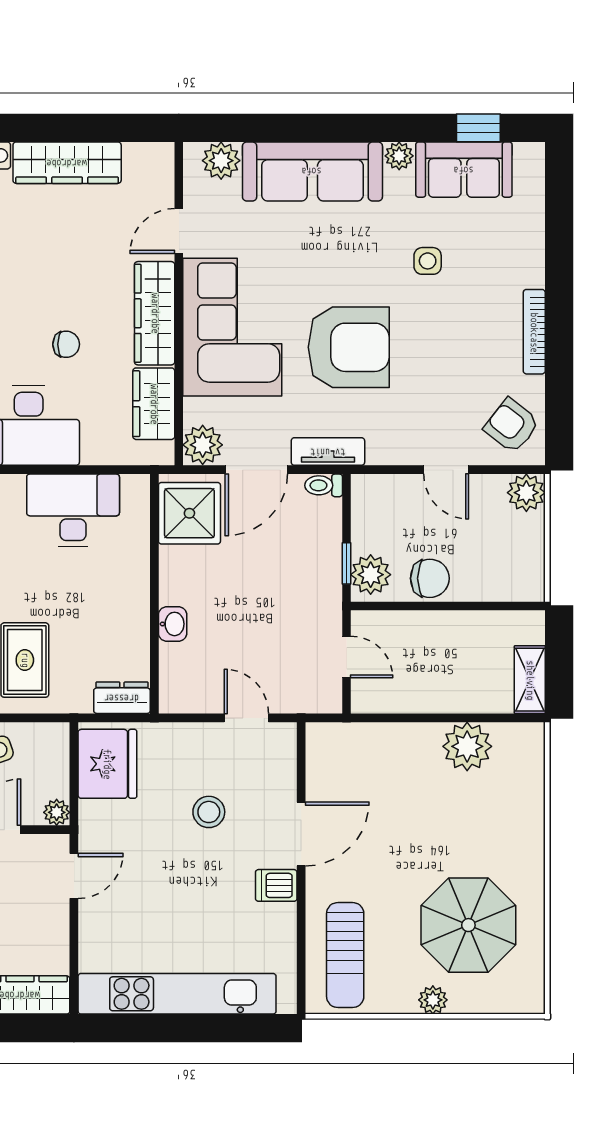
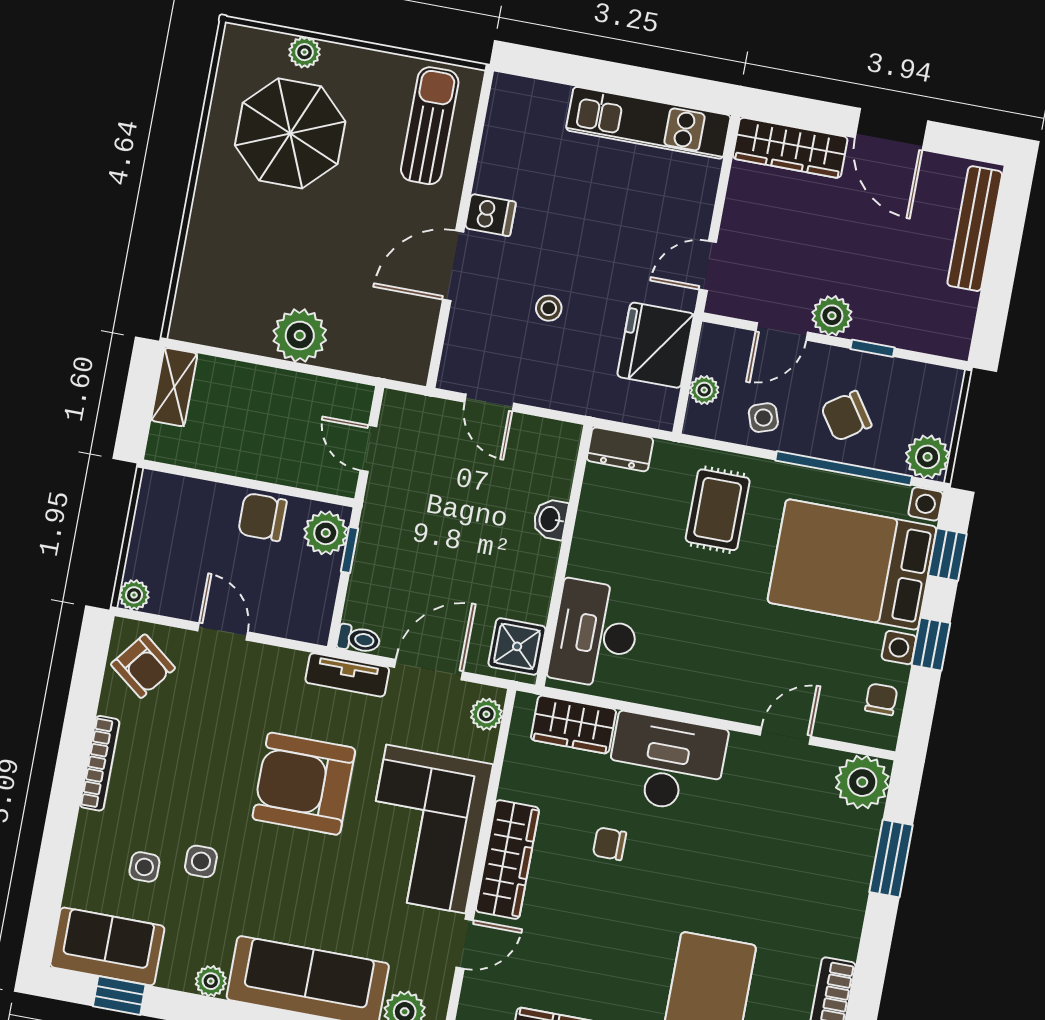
sofa: (464, 170) -> (107, 946), moved
side table: (477, 247) -> (144, 867), added
wardrobe: (154, 404) -> (573, 724), moved, turned 90
plant: (203, 445) -> (486, 714), width x0.73, depth x0.73
plant: (526, 493) -> (134, 595), width x0.73, depth x0.73
desk: (73, 510) -> (595, 634), moved, turned 90
shower: (189, 513) -> (517, 646), width x0.73, depth x0.73
plant: (467, 746) -> (300, 335), moved
fridge: (107, 764) -> (656, 345), moved
plant: (57, 812) -> (704, 390), moved
stool: (209, 812) -> (549, 308), width x0.73, depth x0.73
kitchen unit: (177, 994) -> (648, 123), width x0.73
plant: (433, 1000) -> (305, 52), moved

